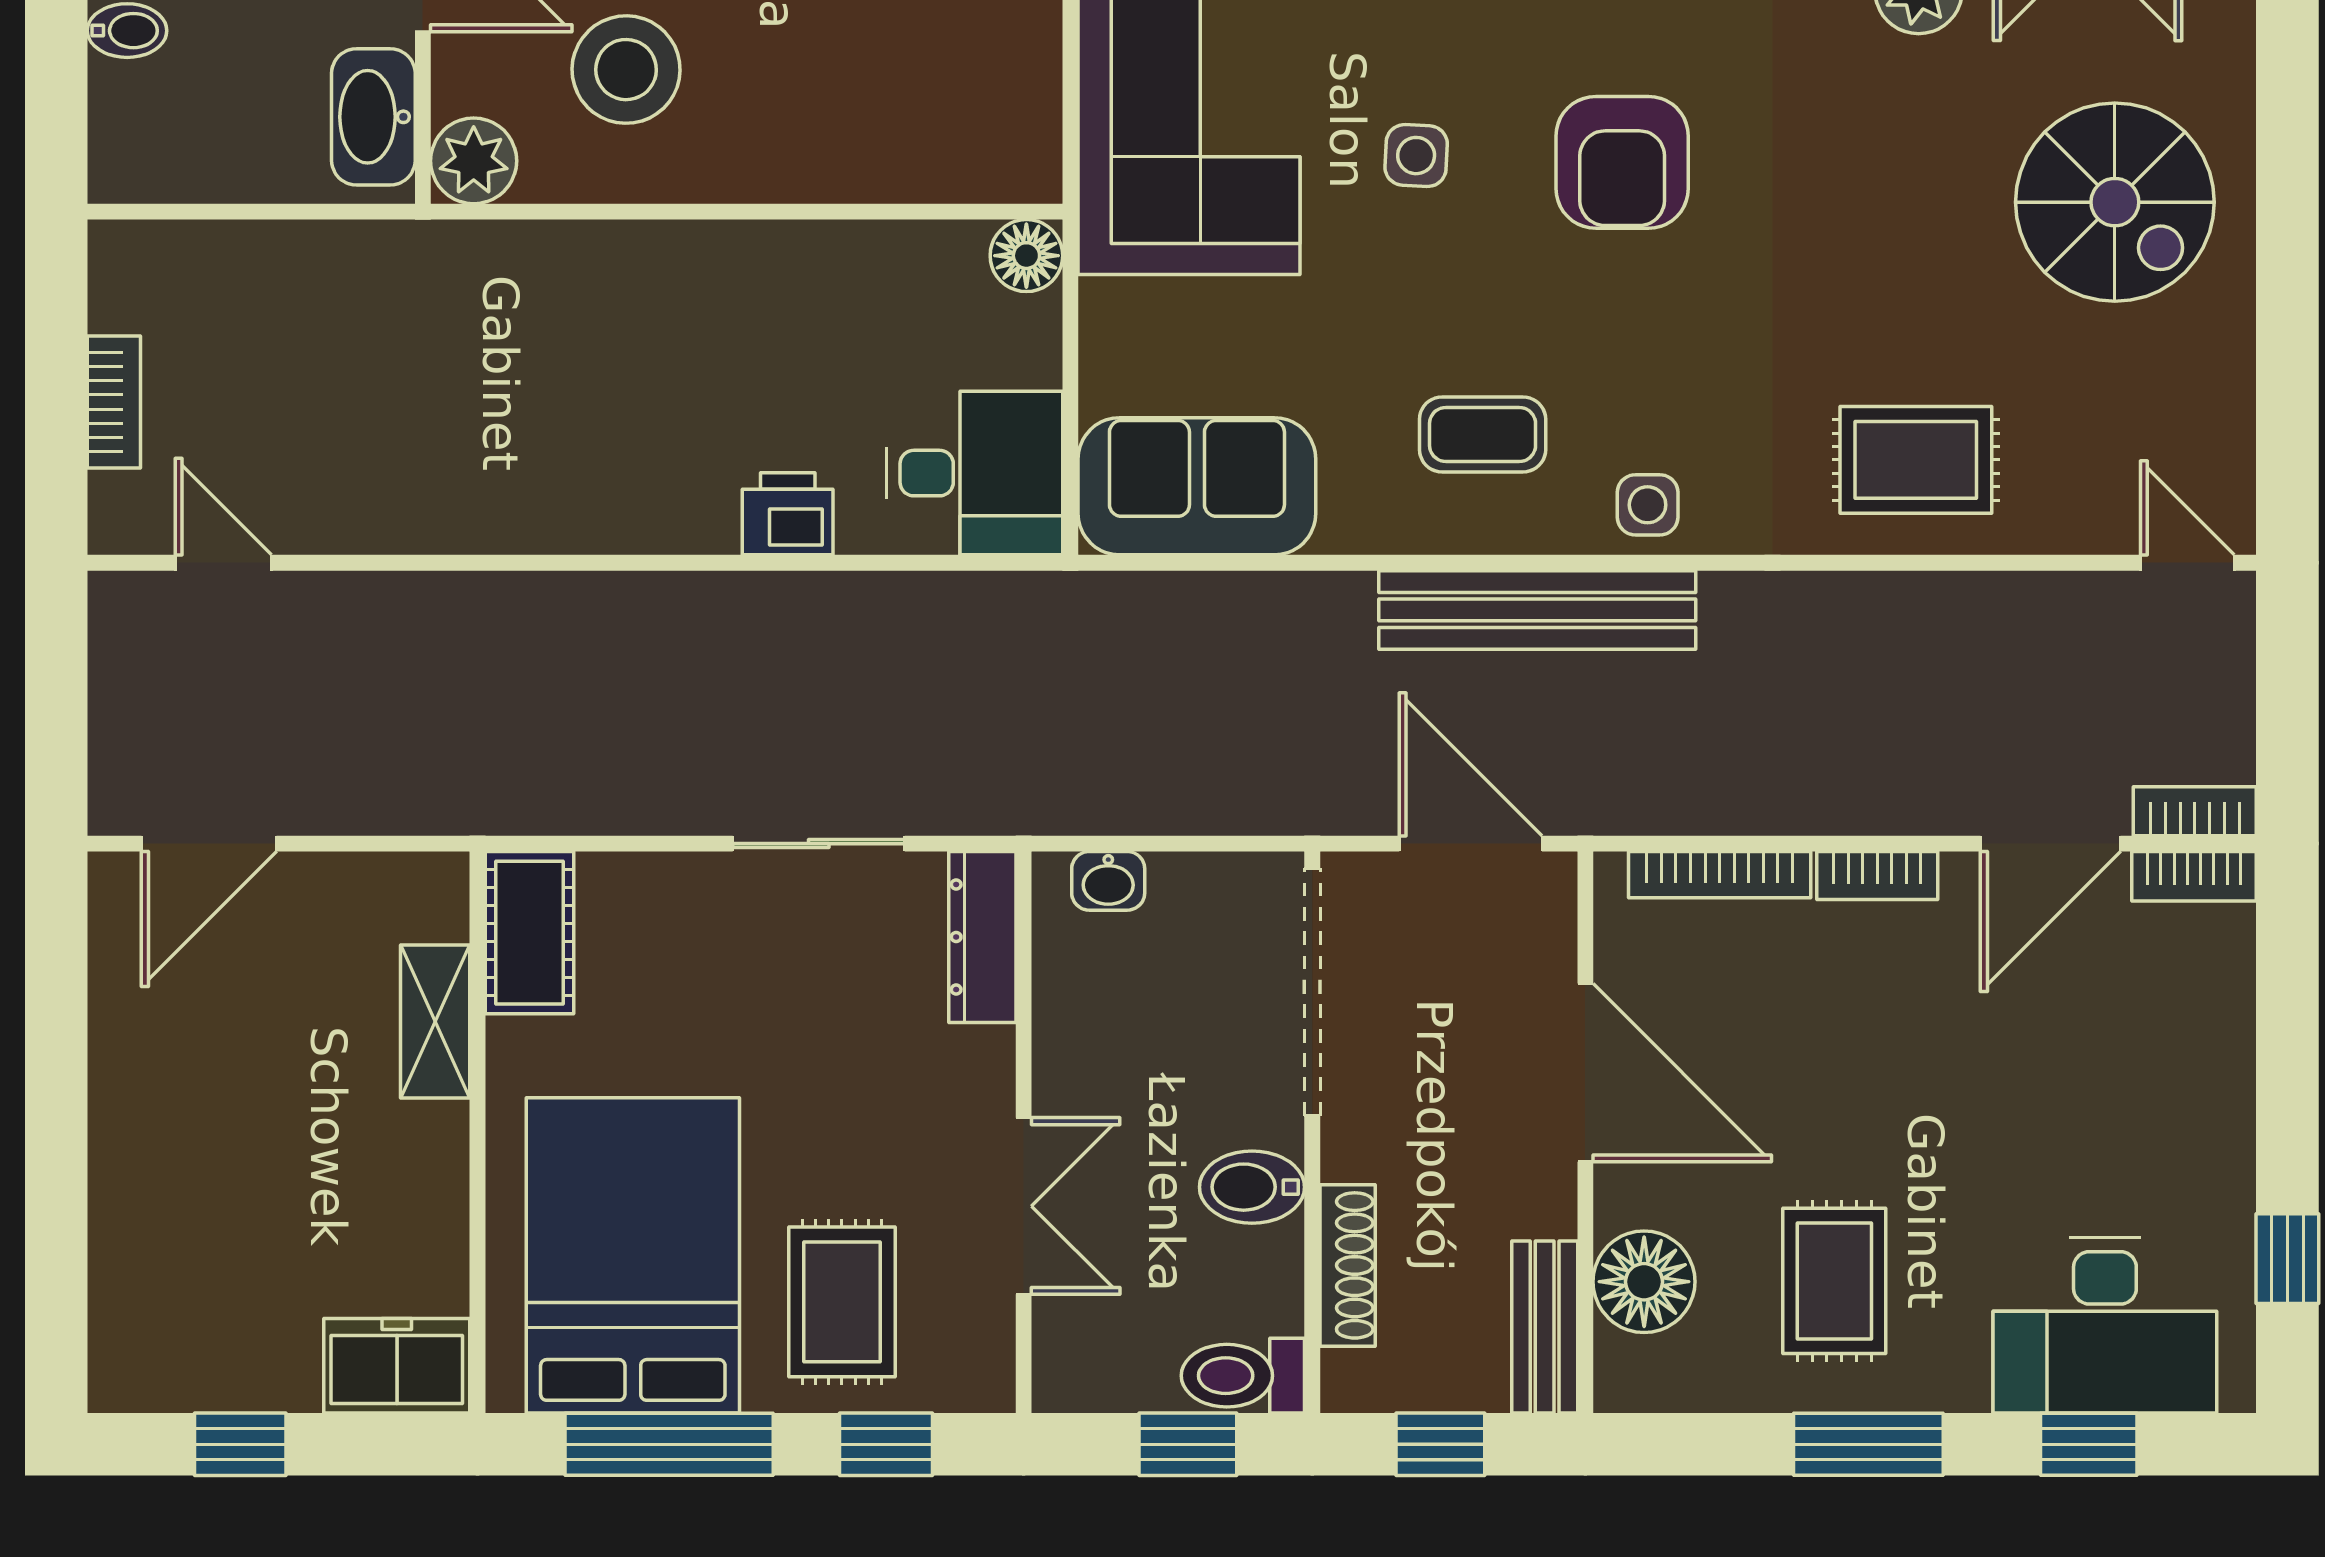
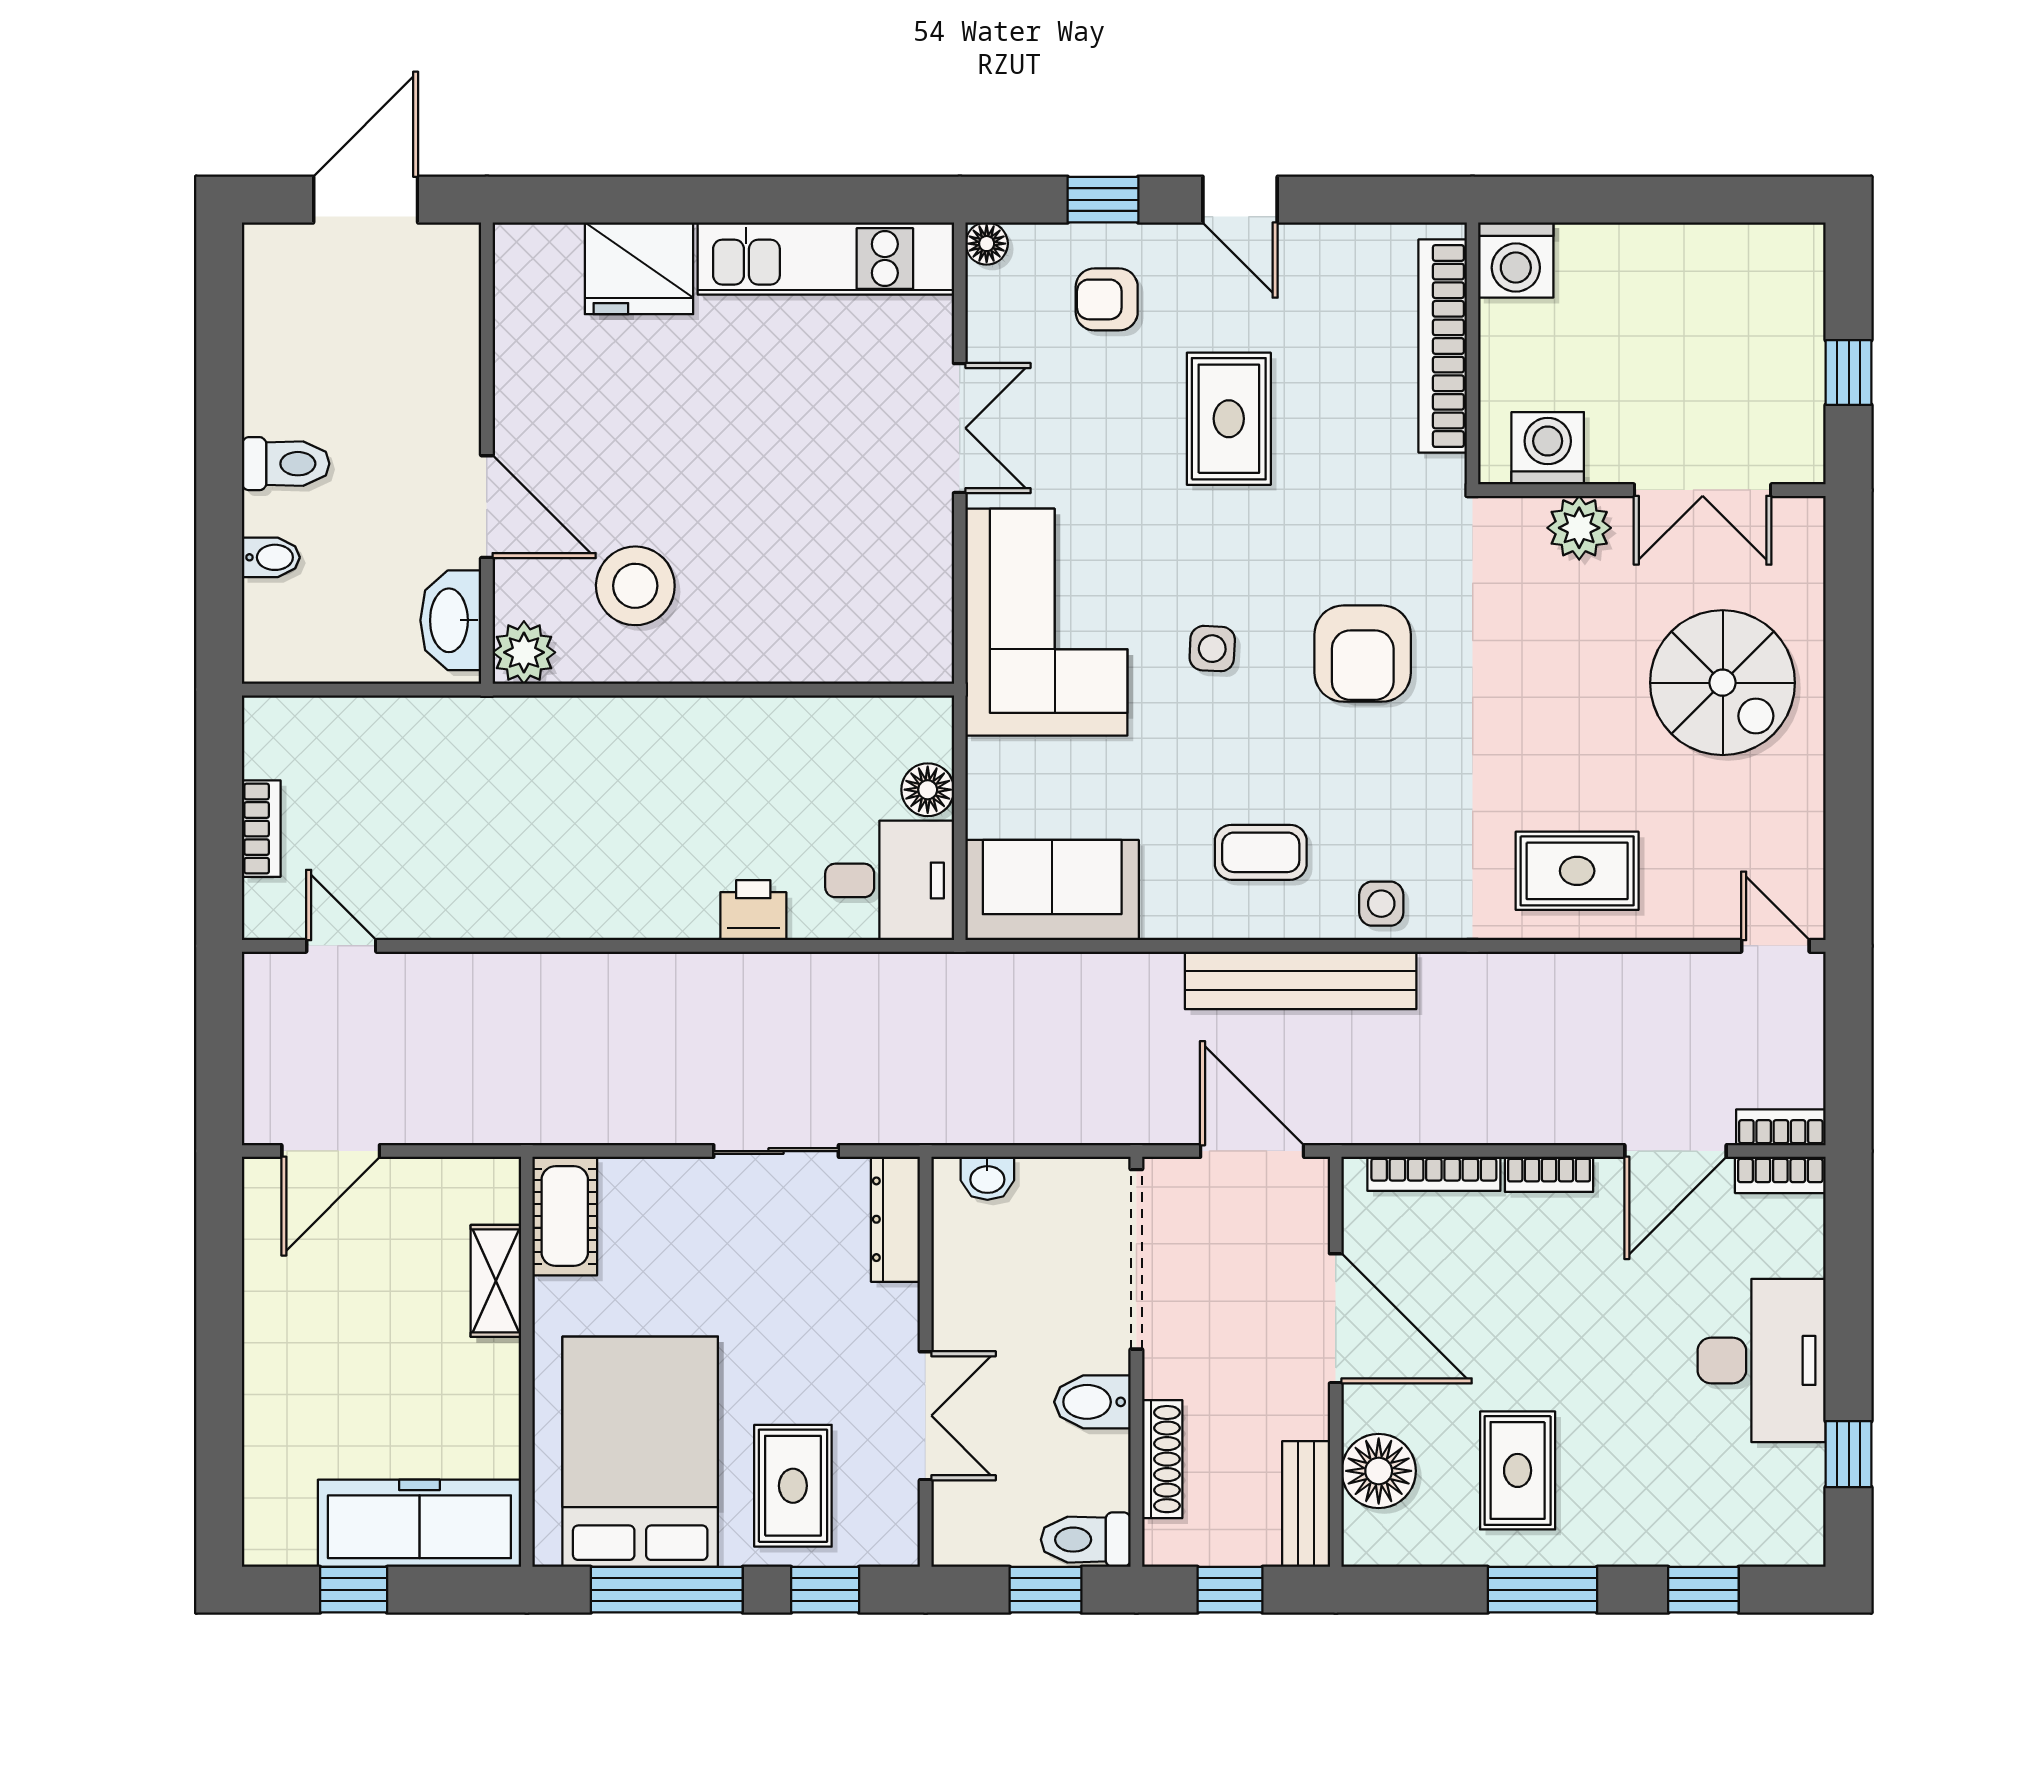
floor lamp: (1026, 256) -> (928, 790), moved
desk: (2105, 1325) -> (1762, 1360), moved, turned -90
freezer: (397, 1366) -> (419, 1523), width x1.91, depth x1.26

